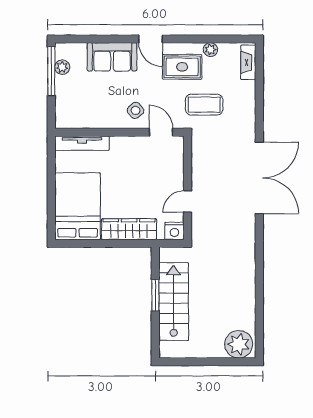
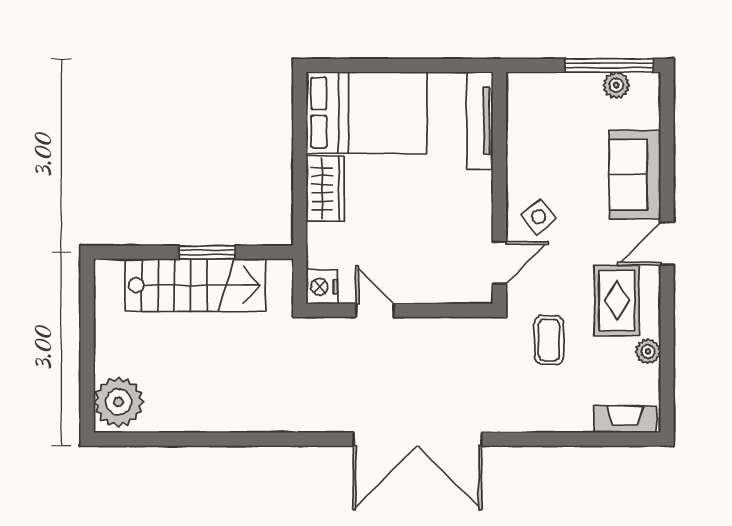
coffee table: (204, 105) -> (549, 340), width x0.73, depth x0.77
wardrobe: (129, 229) -> (325, 189), width x0.67

